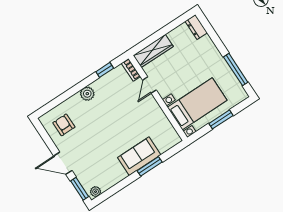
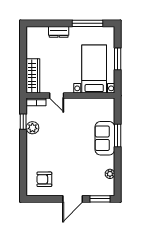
dresser: (196, 27) -> (59, 32), moved
plant: (87, 94) -> (32, 128), moved
plant: (96, 192) -> (110, 174), moved

